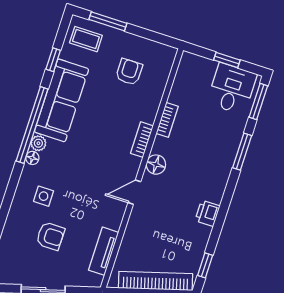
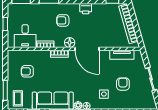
desk: (232, 89) -> (25, 36), moved, turned -90
armchair: (200, 165) -> (63, 20), added
door: (134, 192) -> (87, 49), width x1.88

